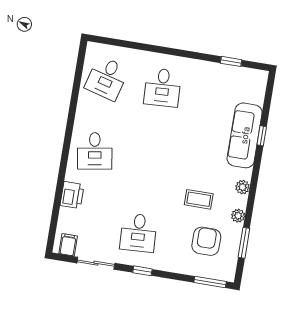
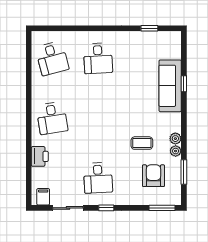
desk: (107, 78) -> (52, 58), turned -30
plant: (243, 187) -> (175, 139), moved

